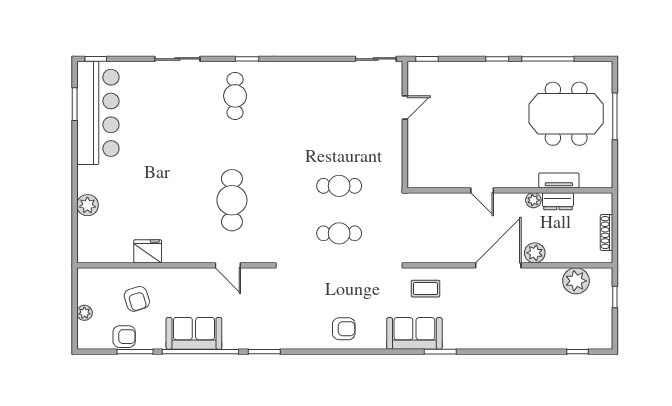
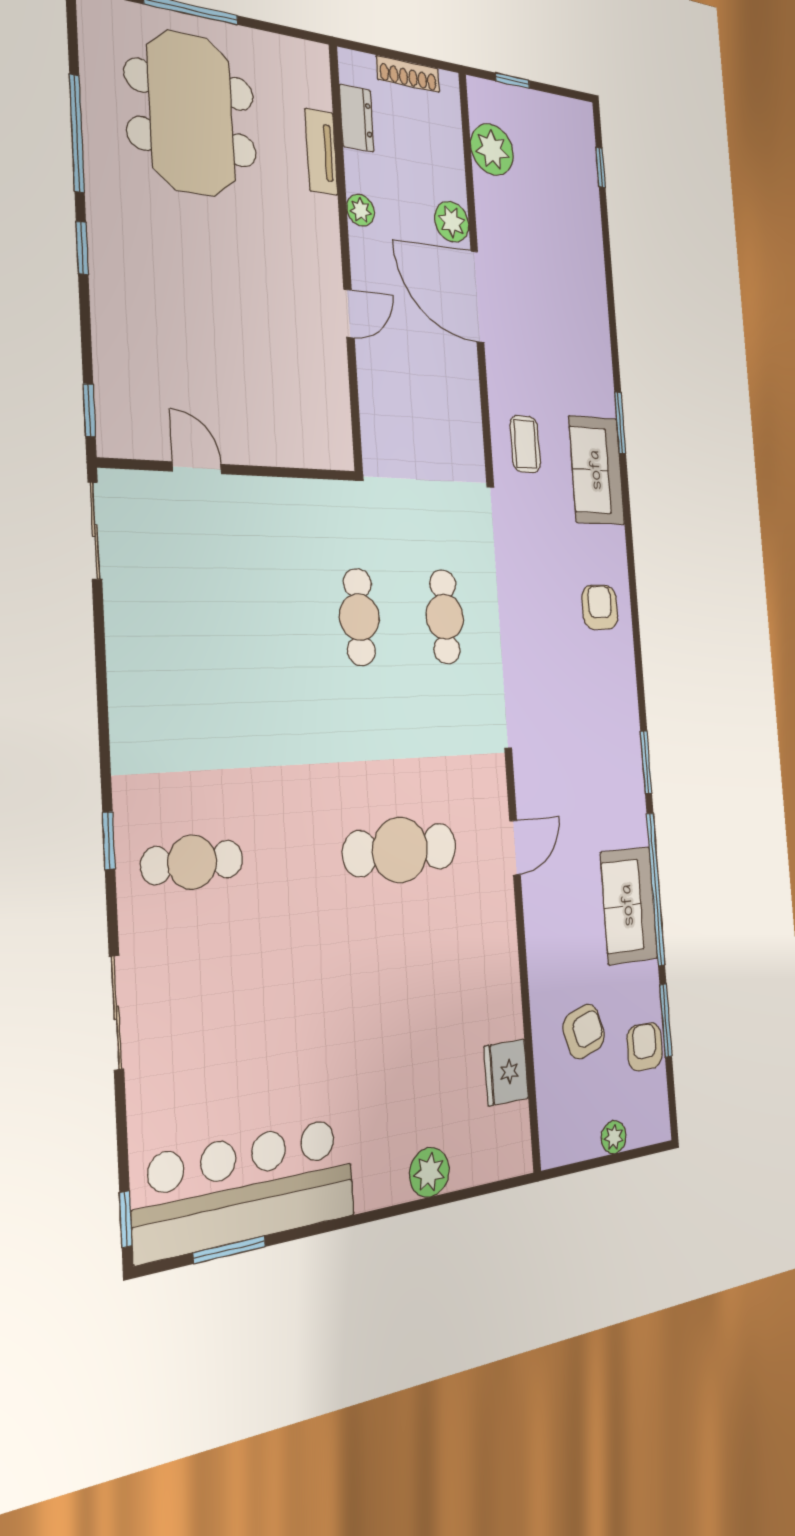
dresser: (558, 201) -> (357, 118), moved
fridge: (148, 251) -> (506, 1072), moved

